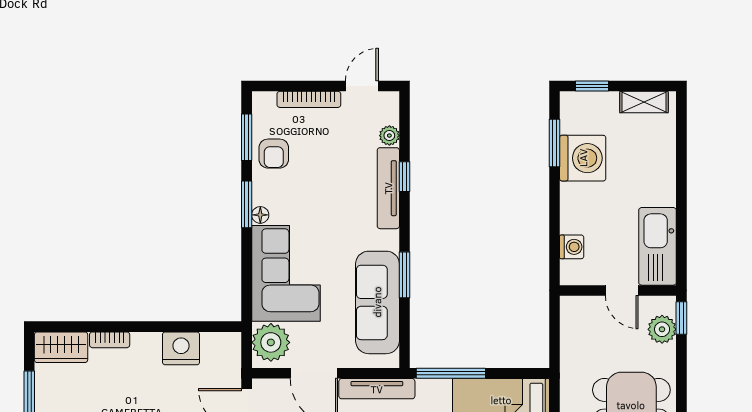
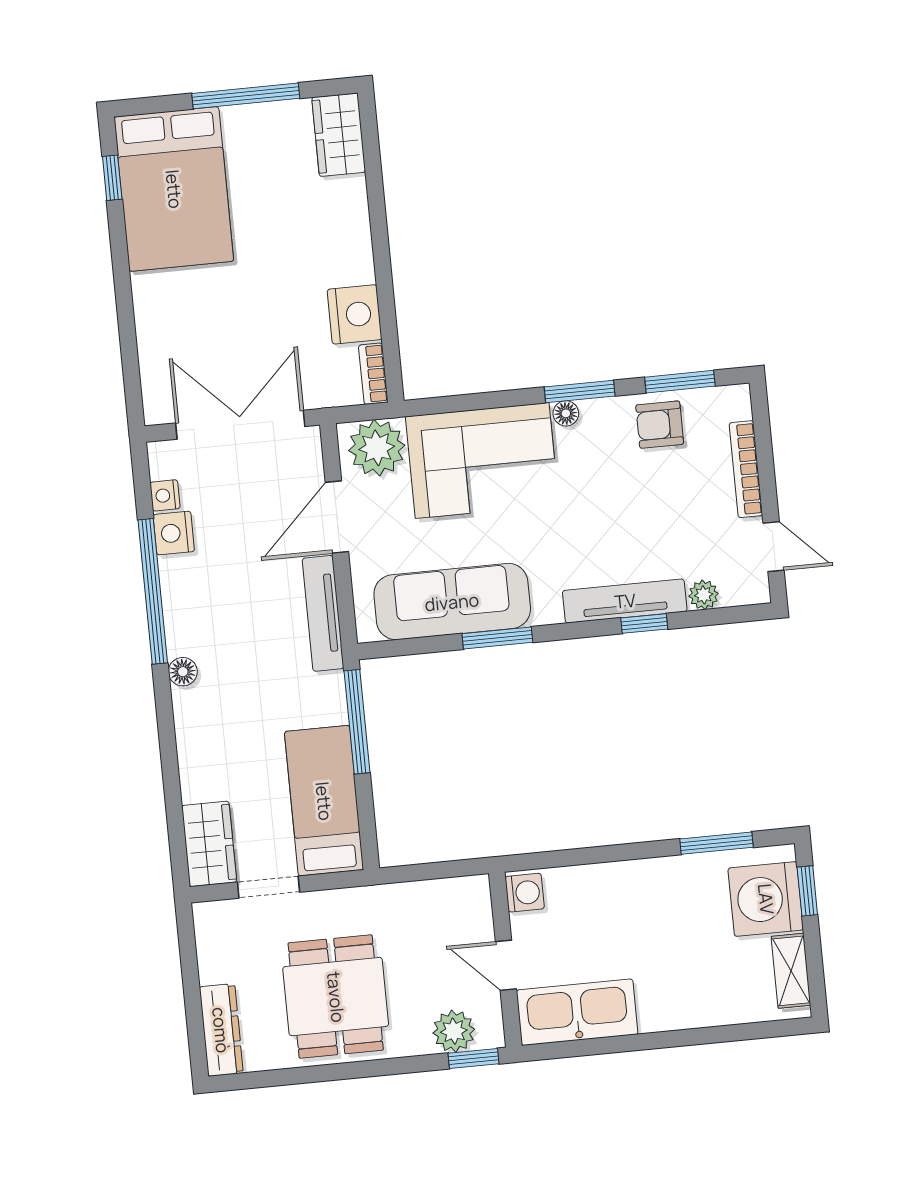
washing machine: (583, 158) -> (766, 899), moved, turned 90
washing machine: (572, 247) -> (525, 893), moved, turned -90
door: (622, 290) -> (506, 965), hinge flipped
bookcase: (110, 340) -> (373, 374), moved

